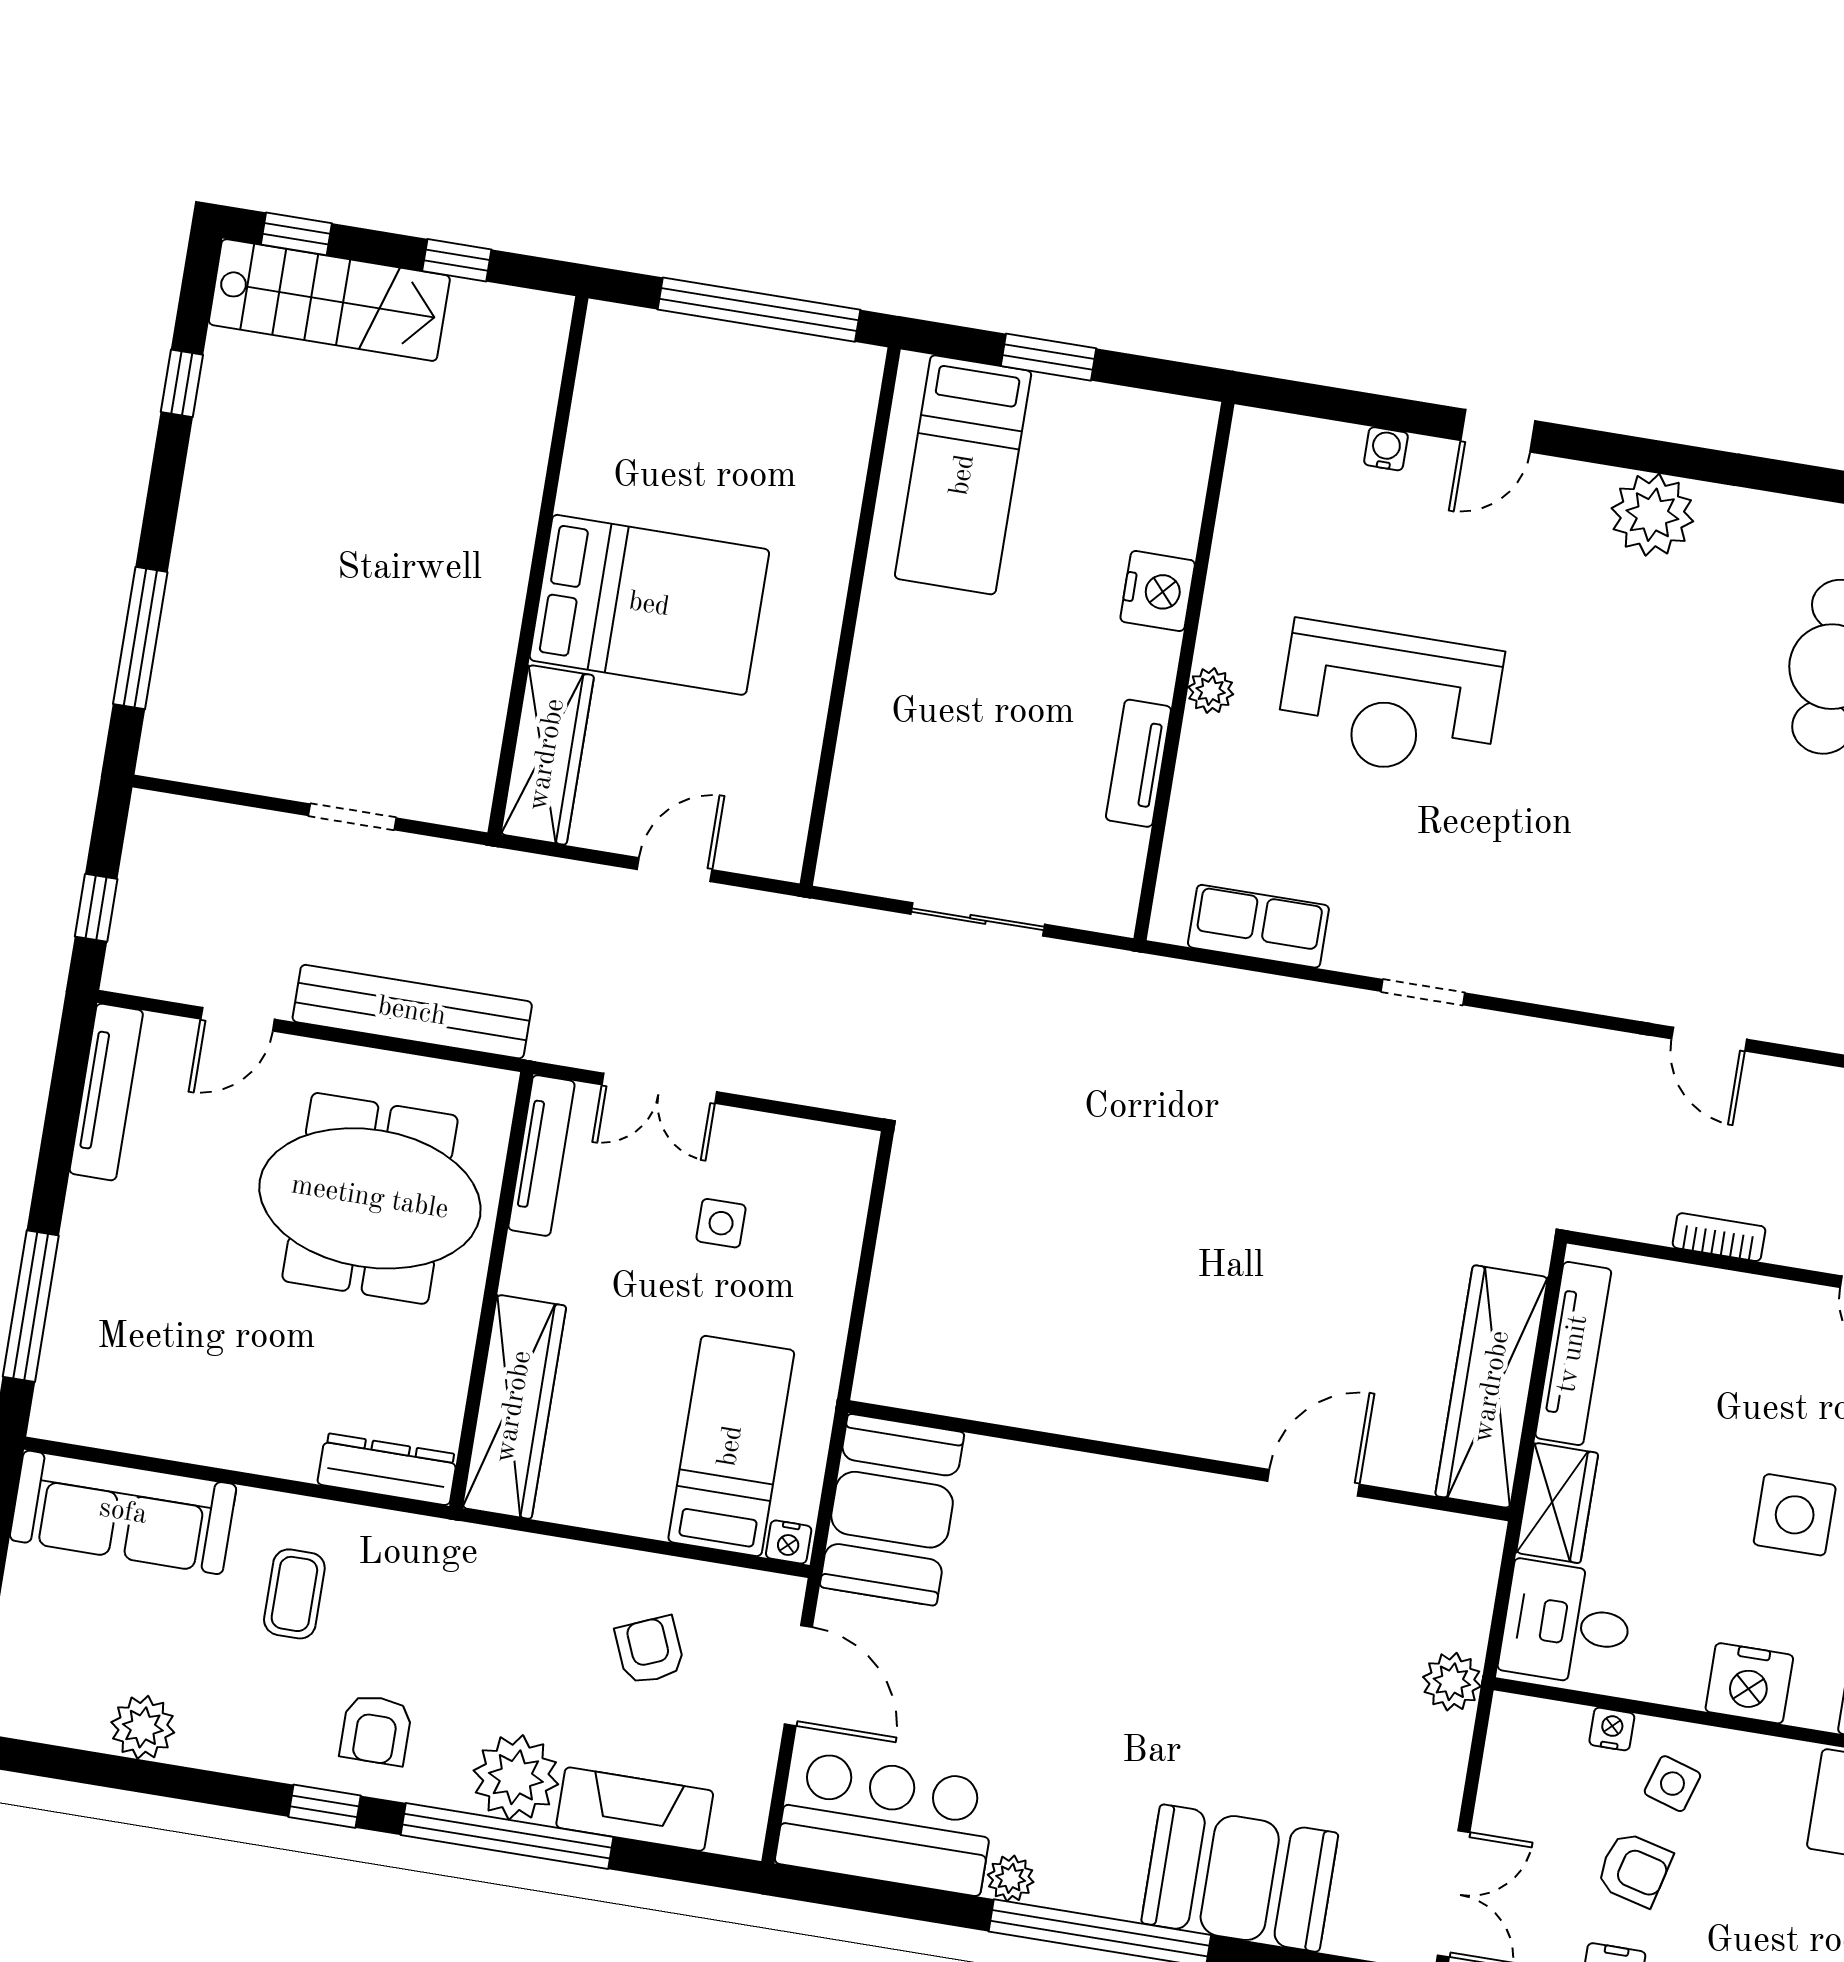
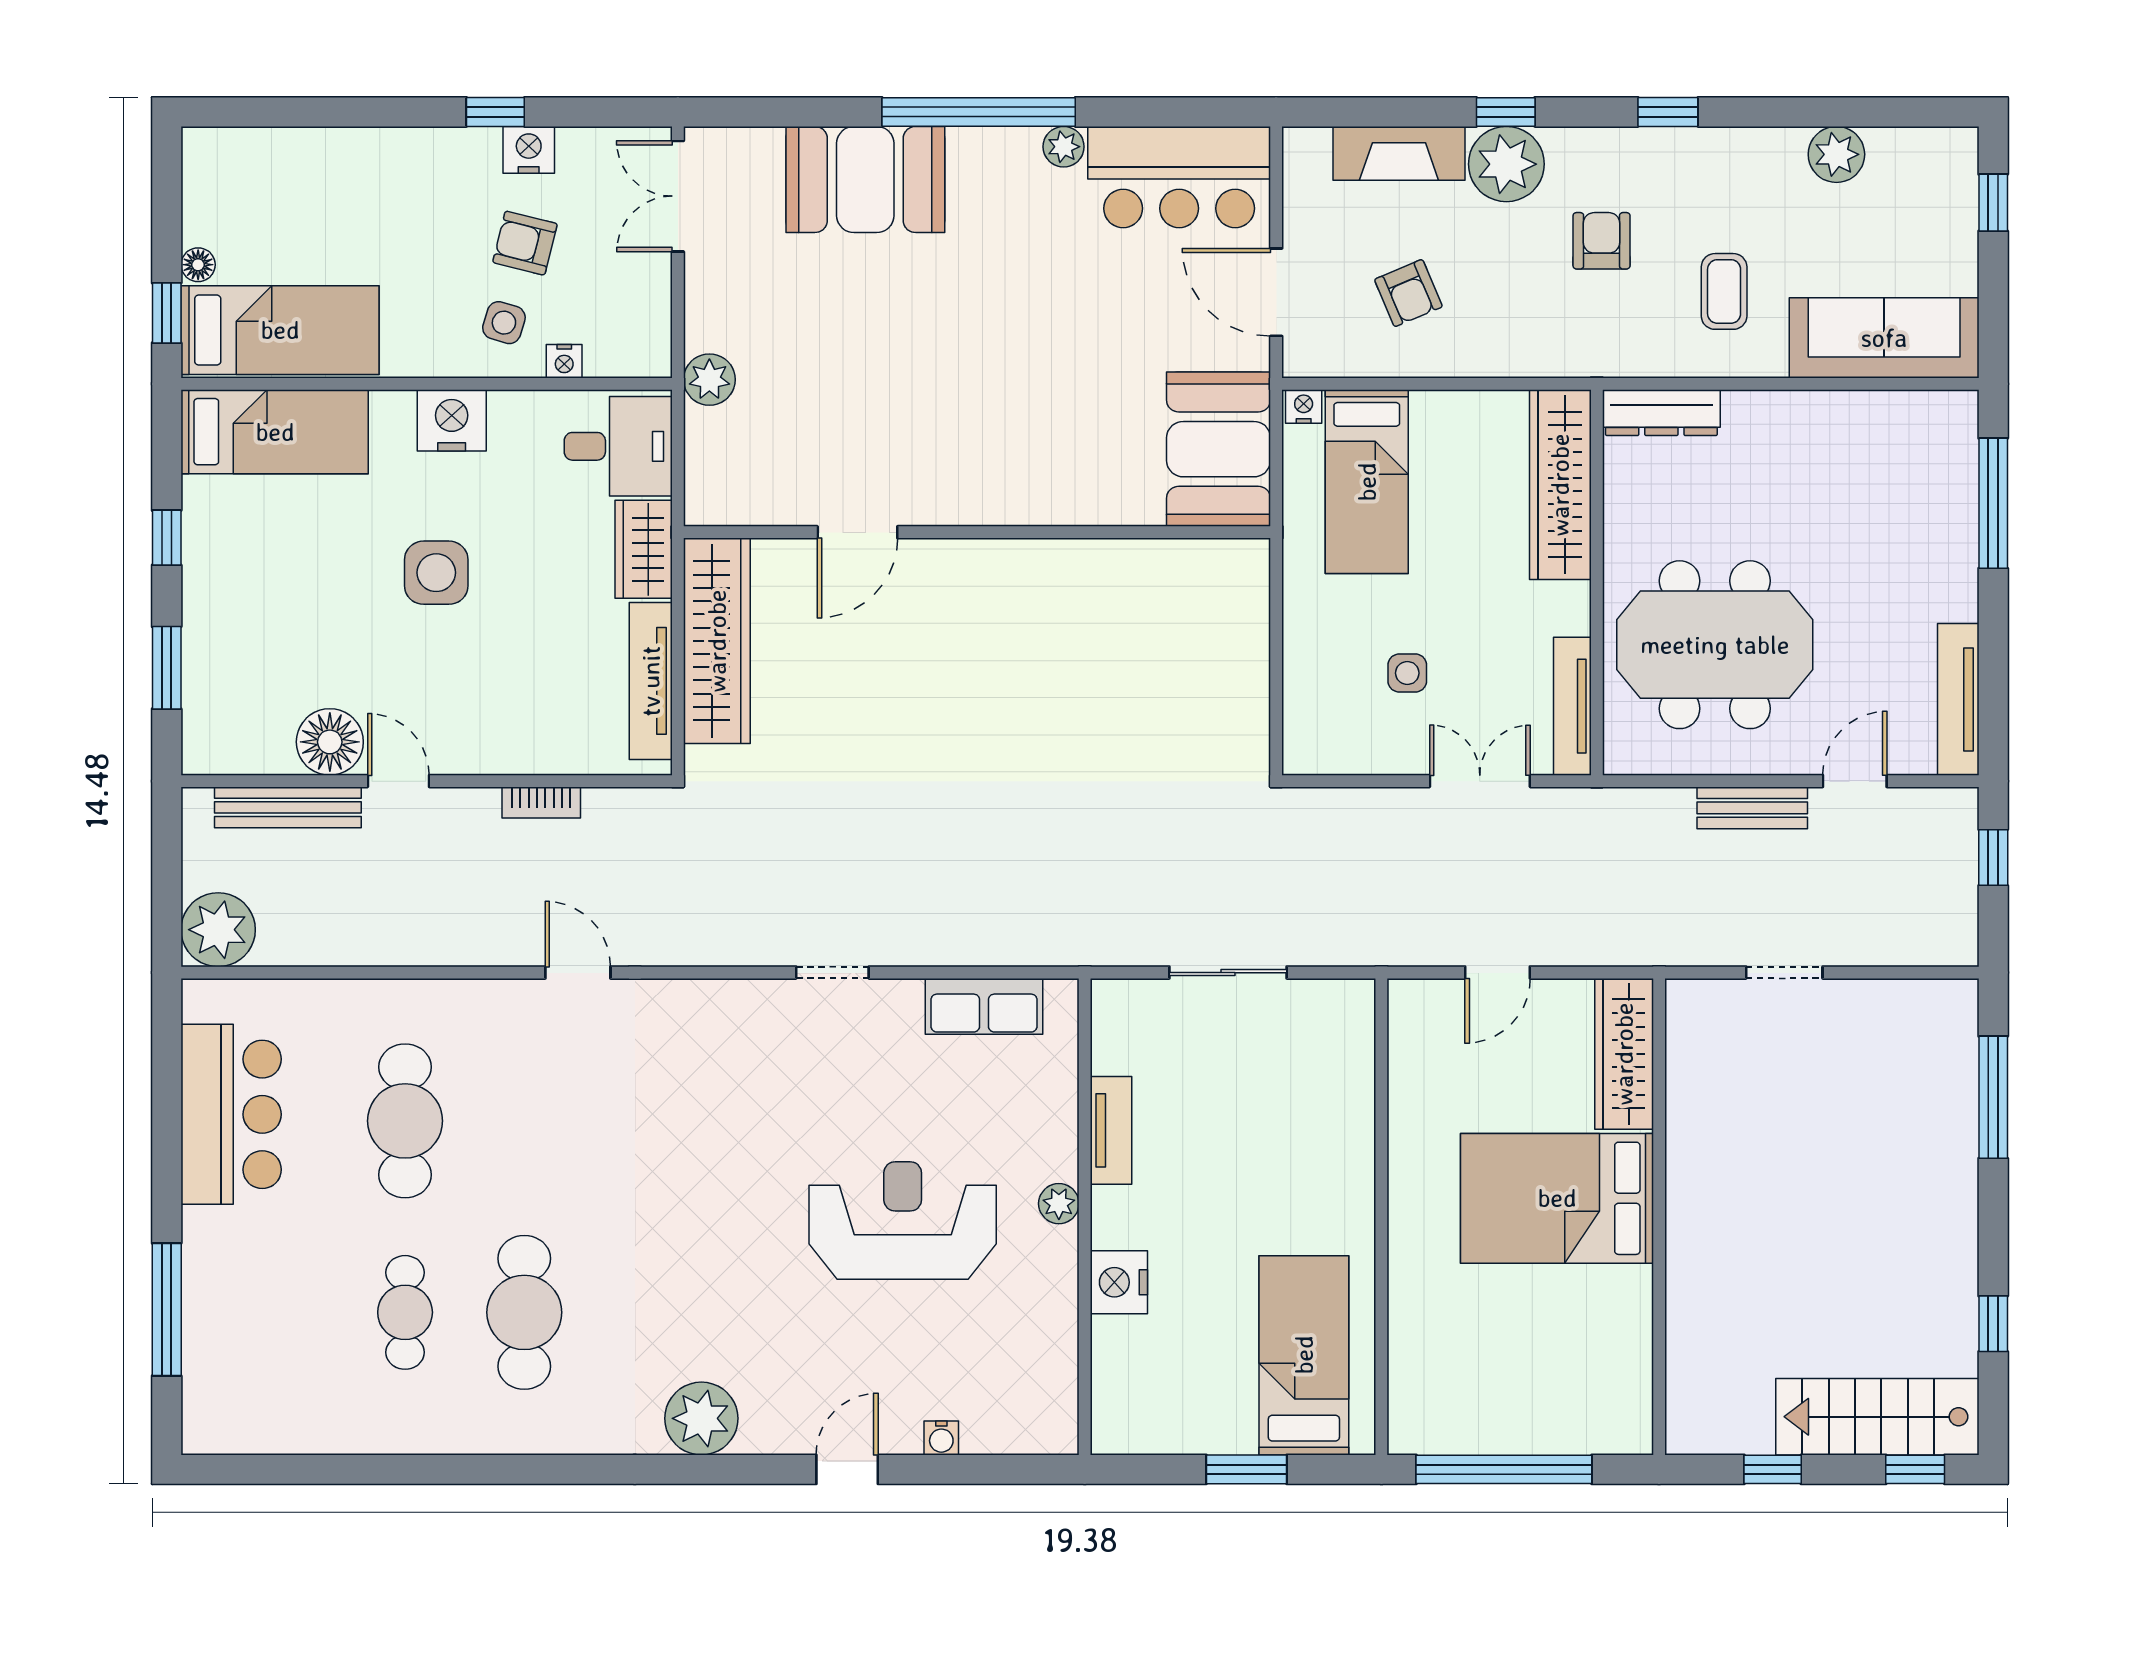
bench: (412, 1012) -> (1752, 808), width x0.54, depth x0.82
armchair: (376, 1730) -> (1602, 241), moved
window: (507, 1836) -> (1506, 112), width x0.32

